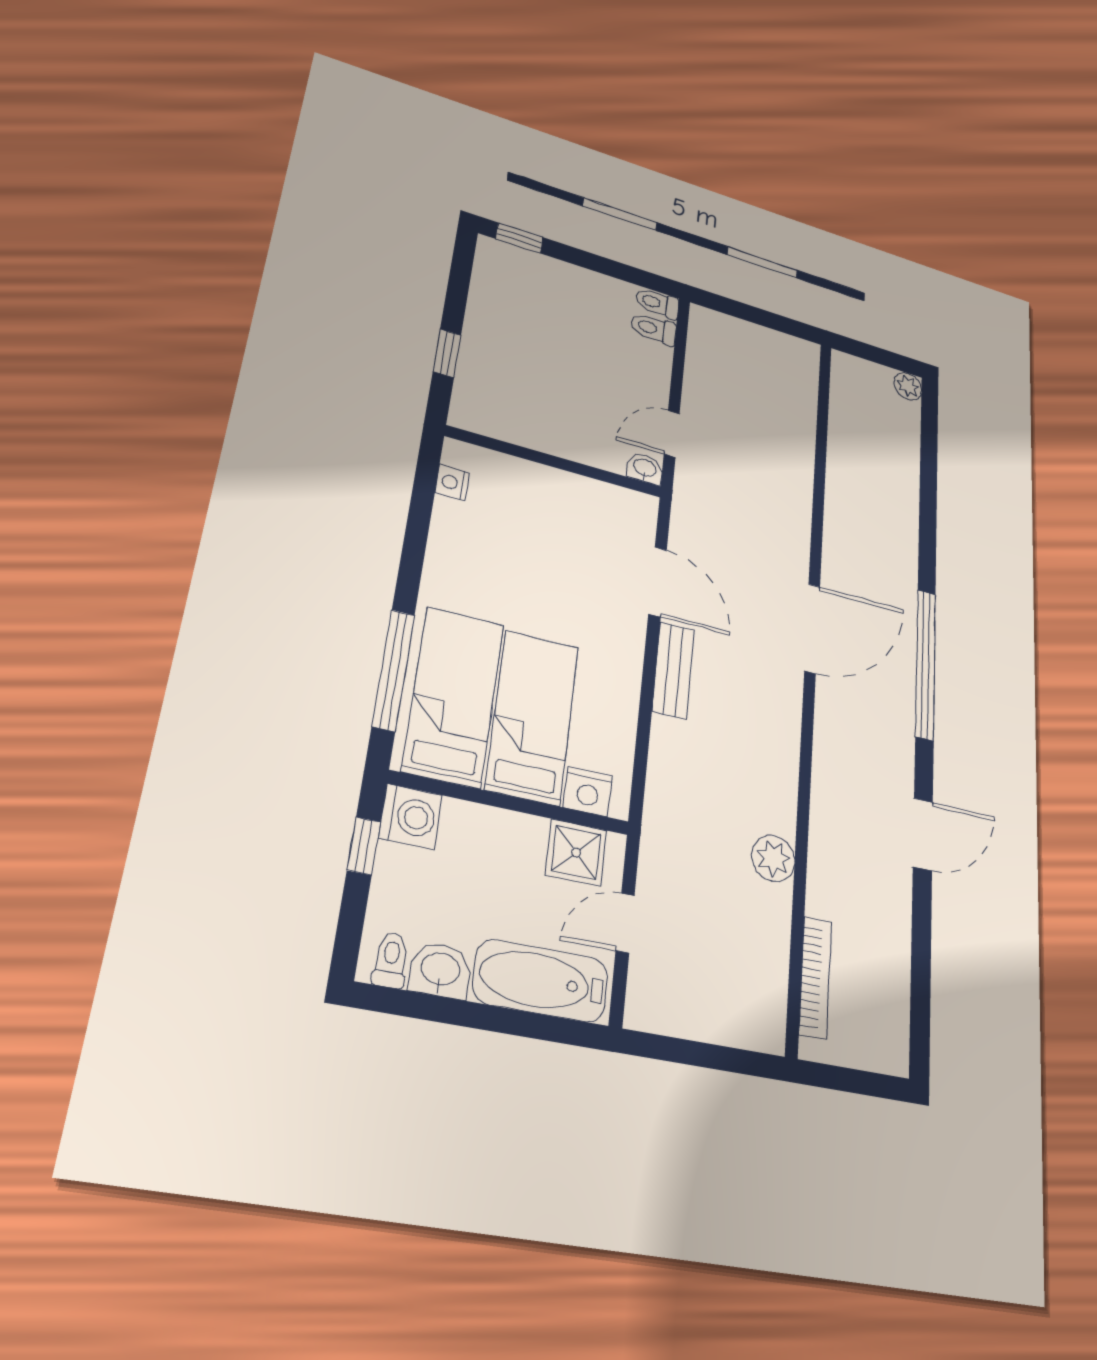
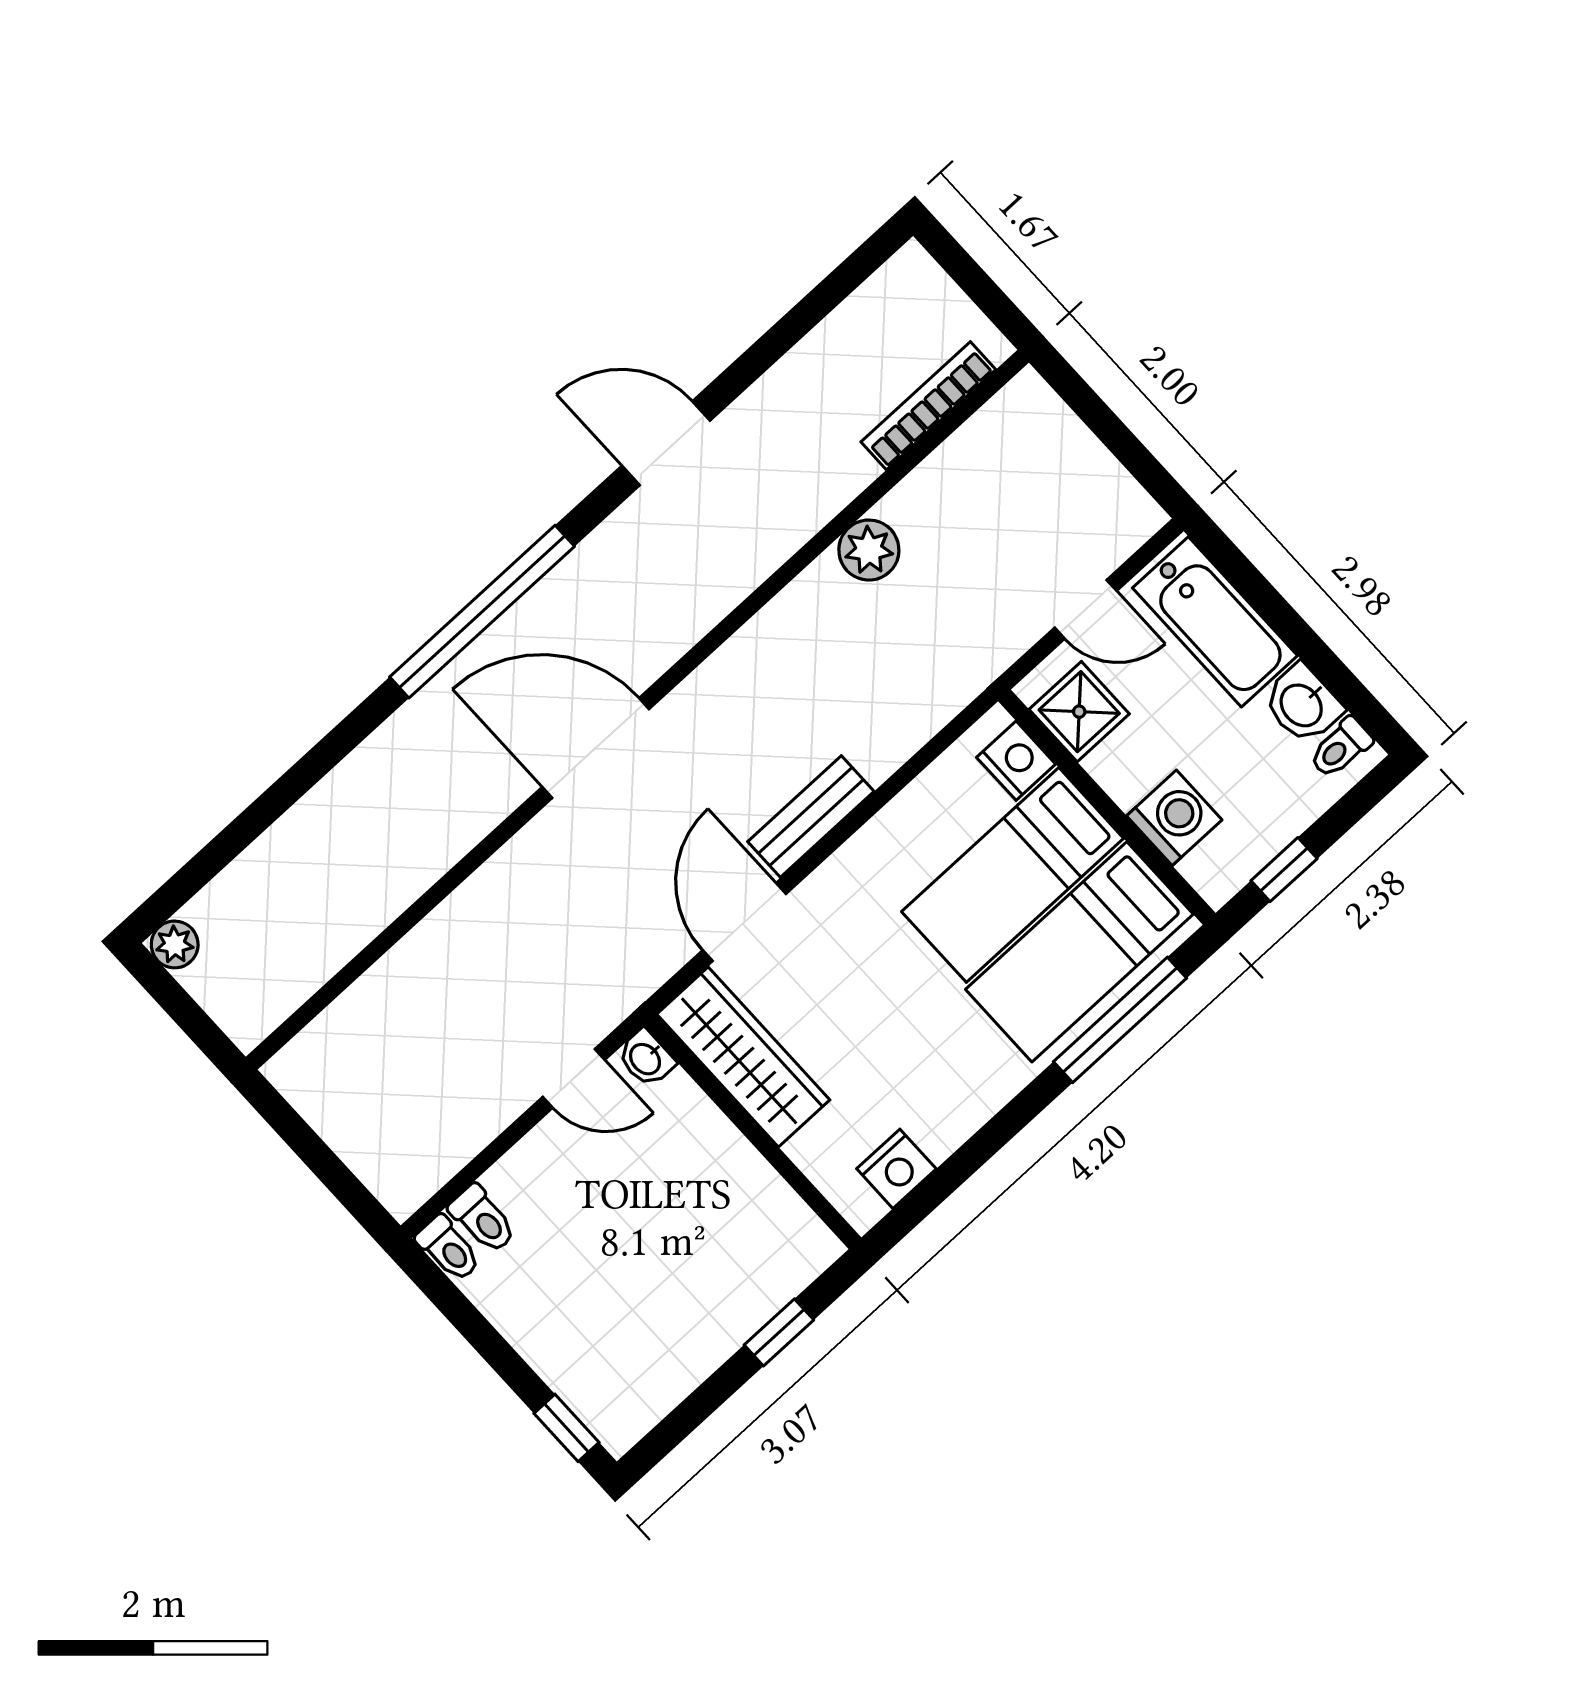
nightstand: (452, 483) -> (896, 1169), width x1.39, depth x1.35
wardrobe: (595, 502) -> (743, 1057), added
washing machine: (410, 817) -> (1174, 818), moved, turned 90

